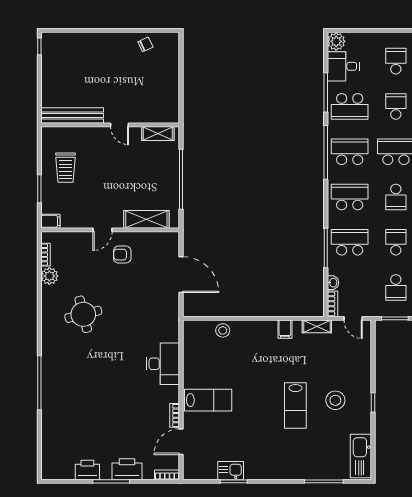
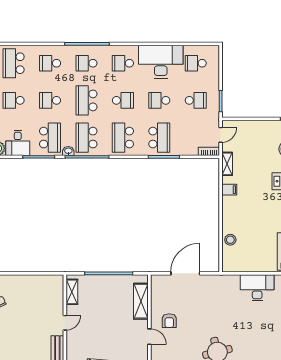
school desk: (350, 242) -> (159, 138), turned 180
washbasin: (333, 283) -> (68, 151), moved

